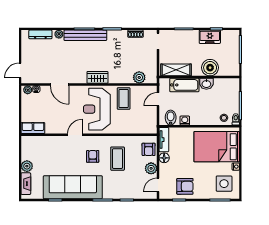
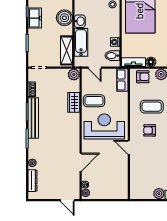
bench: (85, 35) -> (33, 118), moved
wardrobe: (97, 77) -> (74, 102), moved
plant: (139, 77) -> (74, 74), moved
reception desk: (97, 109) -> (104, 126), turned 180
row of seats: (33, 128) -> (122, 80), moved

